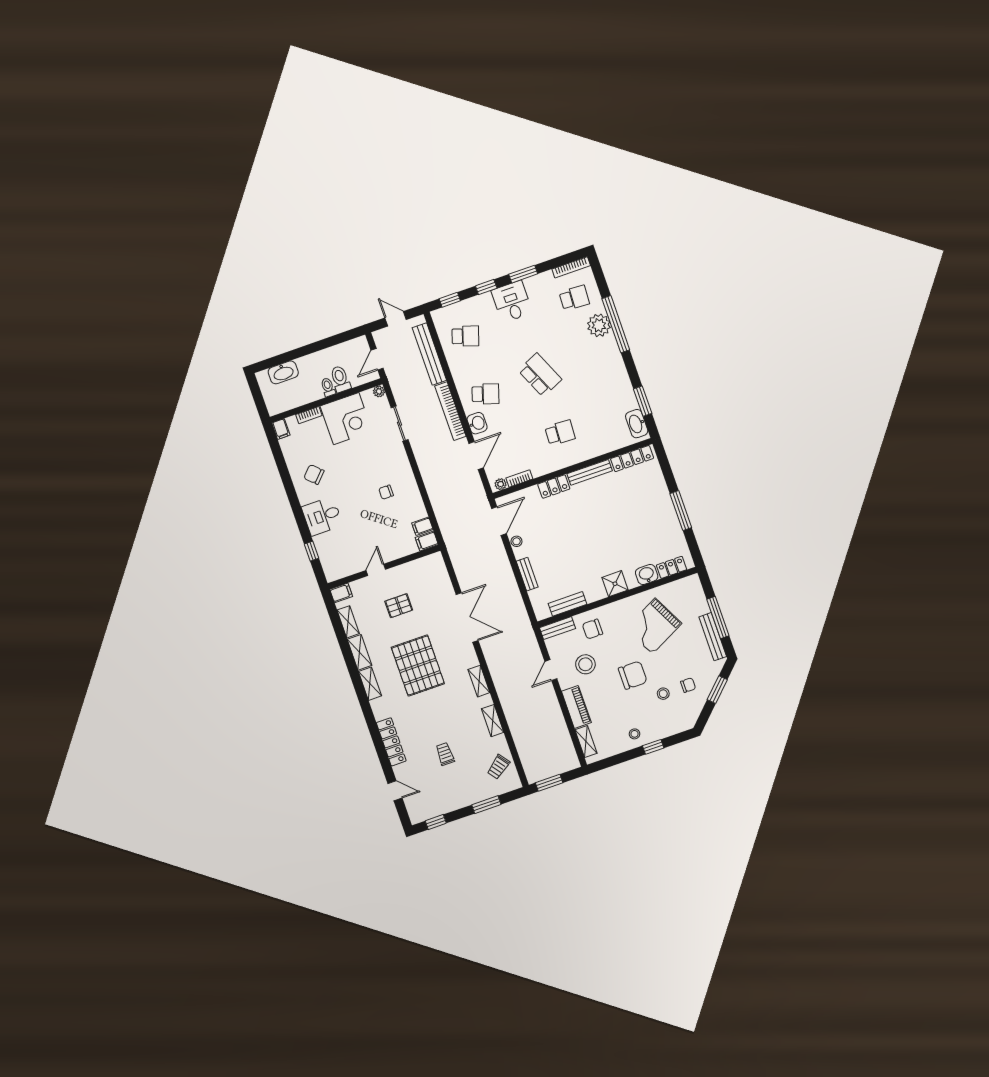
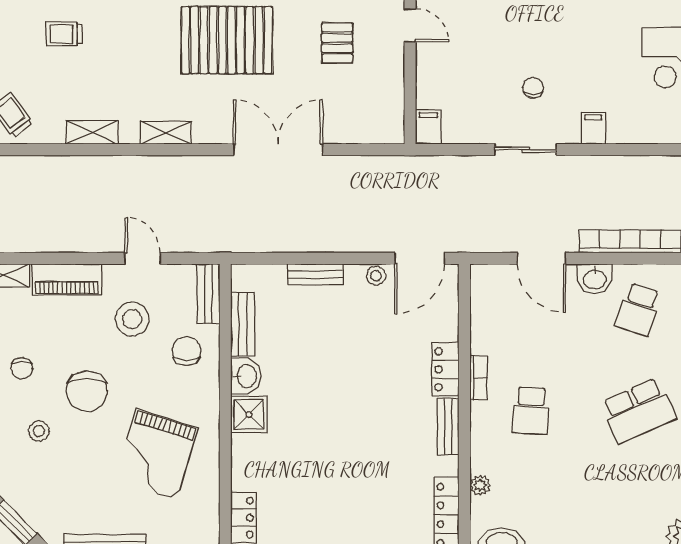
sliding door: (400, 424) -> (525, 150), moved
bench: (590, 472) -> (448, 426), width x0.73
bookcase: (519, 478) -> (479, 378), moved
plant: (501, 484) -> (480, 485), moved
door: (499, 521) -> (420, 258), hinge flipped
filing cabinet: (422, 526) -> (593, 128), moved
washbasin: (647, 575) -> (246, 376), moved
double door: (467, 618) -> (278, 150), swing flipped
grand piano: (654, 626) -> (156, 454), turned -136
chair: (688, 685) -> (22, 368), moved
trolley: (445, 754) -> (64, 34), turned 180

